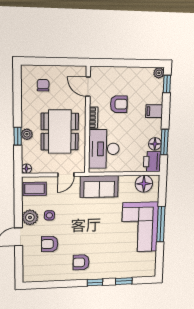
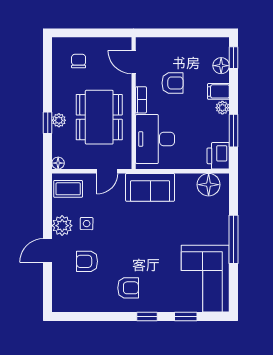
plant: (159, 73) -> (222, 108), moved
floor lamp: (155, 144) -> (221, 66), moved
corner sofa: (140, 227) -> (205, 279), moved
armchair: (81, 262) -> (128, 288), turned 180

